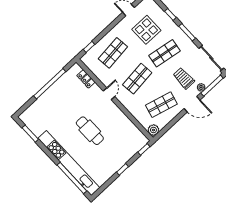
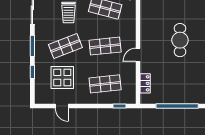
shop shelf: (164, 53) -> (65, 46), turned -30

